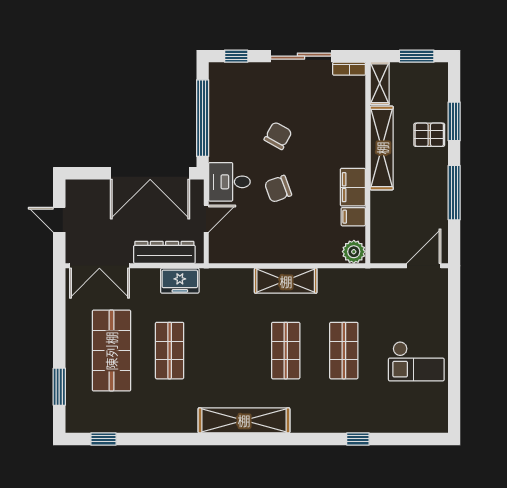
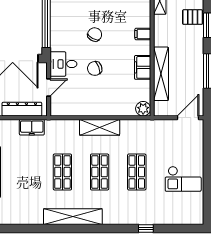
pallet: (429, 135) -> (193, 17), moved
shelving: (382, 148) -> (161, 74), moved
filing cabinet: (353, 217) -> (143, 34), moved
shop shelf: (170, 351) -> (62, 172), moved

